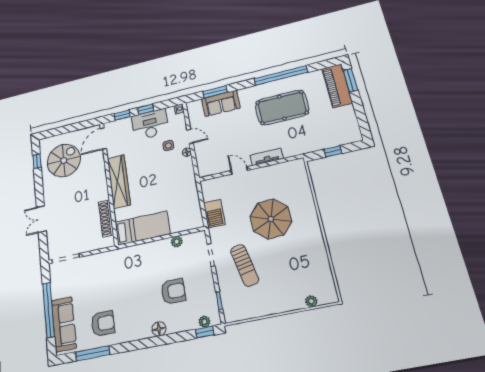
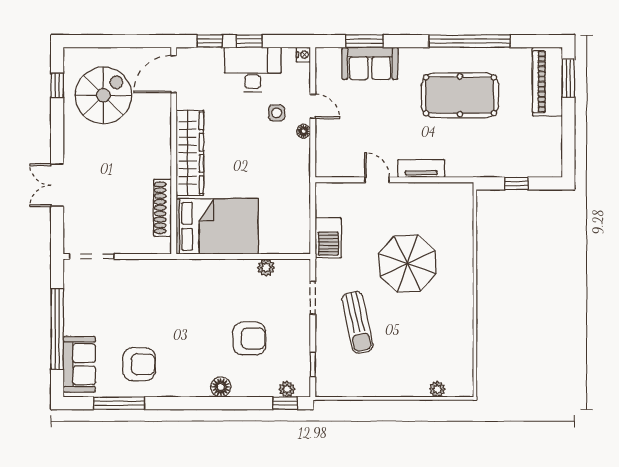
bed: (142, 228) -> (217, 226), width x1.50
sofa: (64, 324) -> (79, 364), width x0.73

